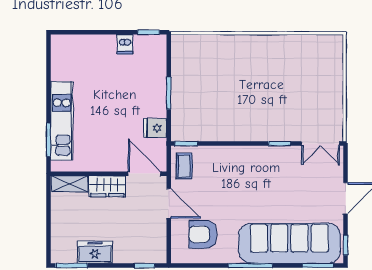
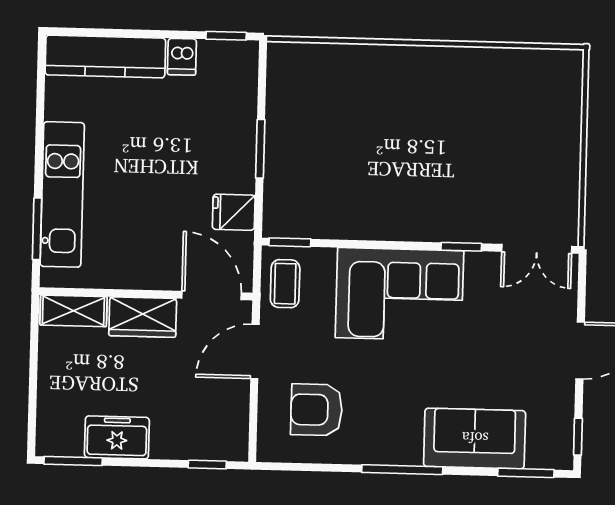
kitchen counter: (83, 45) -> (105, 56), added
corner sofa: (247, 170) -> (399, 294), added
door: (169, 203) -> (255, 351), swing flipped
sofa: (289, 243) -> (475, 438), width x0.54, depth x0.79

